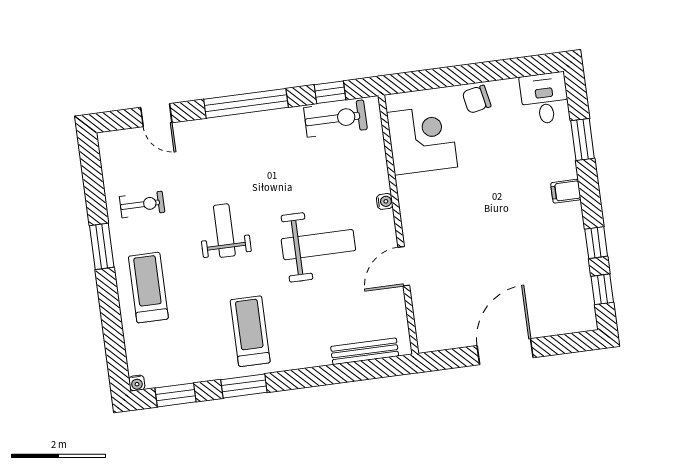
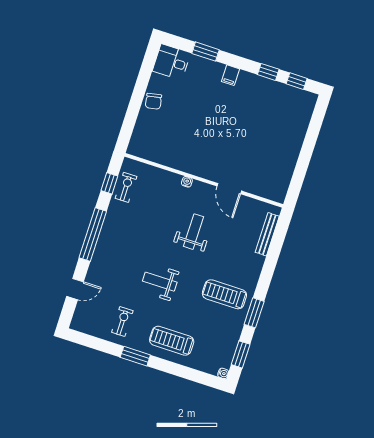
exercise bike: (335, 119) -> (126, 187), width x0.73, depth x0.72
corner desk: (422, 140) -> (162, 144), removed
weight bench: (318, 245) -> (194, 232), width x0.73, depth x0.75
door: (505, 352) -> (306, 154), removed

